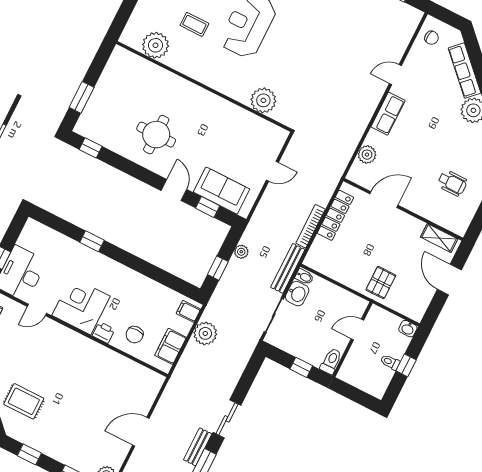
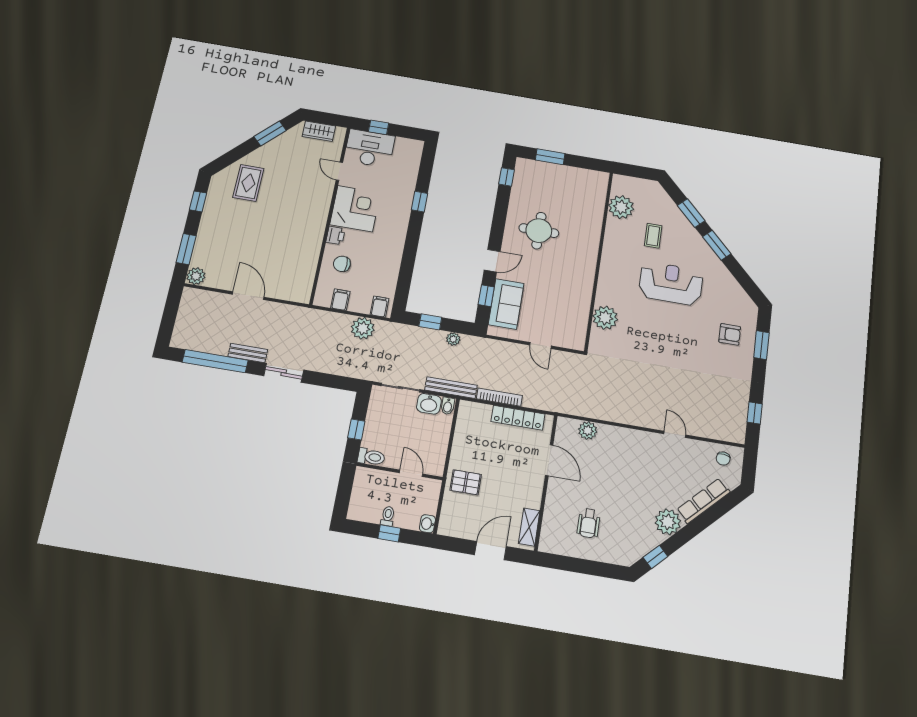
row of seats: (388, 114) -> (635, 439), removed
filing cabinet: (170, 346) -> (340, 300), width x0.50

